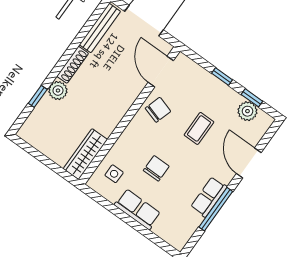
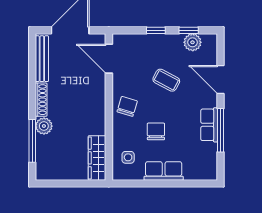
window: (38, 96) -> (32, 141), width x2.17
chair: (158, 110) -> (127, 106), moved
coffee table: (199, 128) -> (166, 80), turned -62

